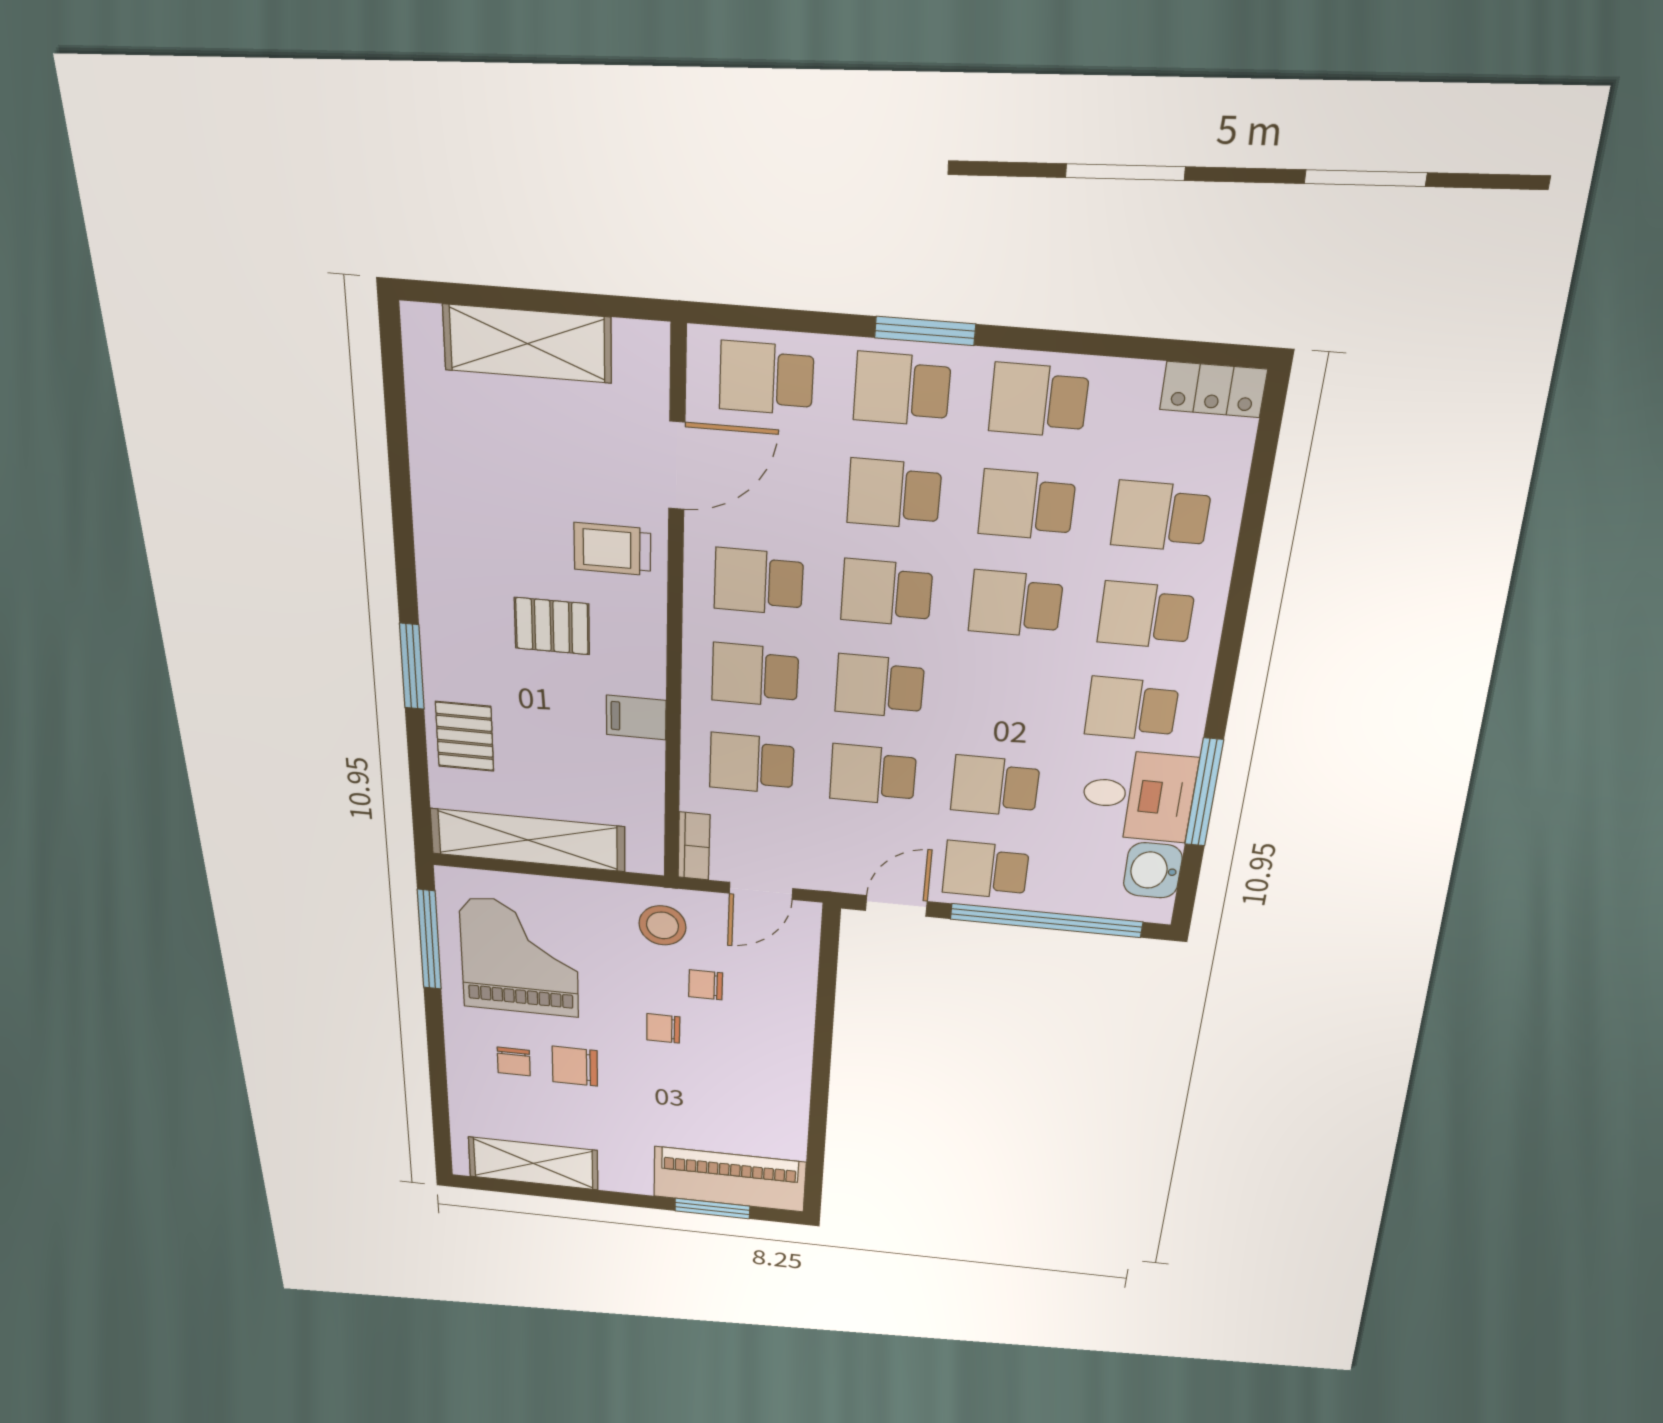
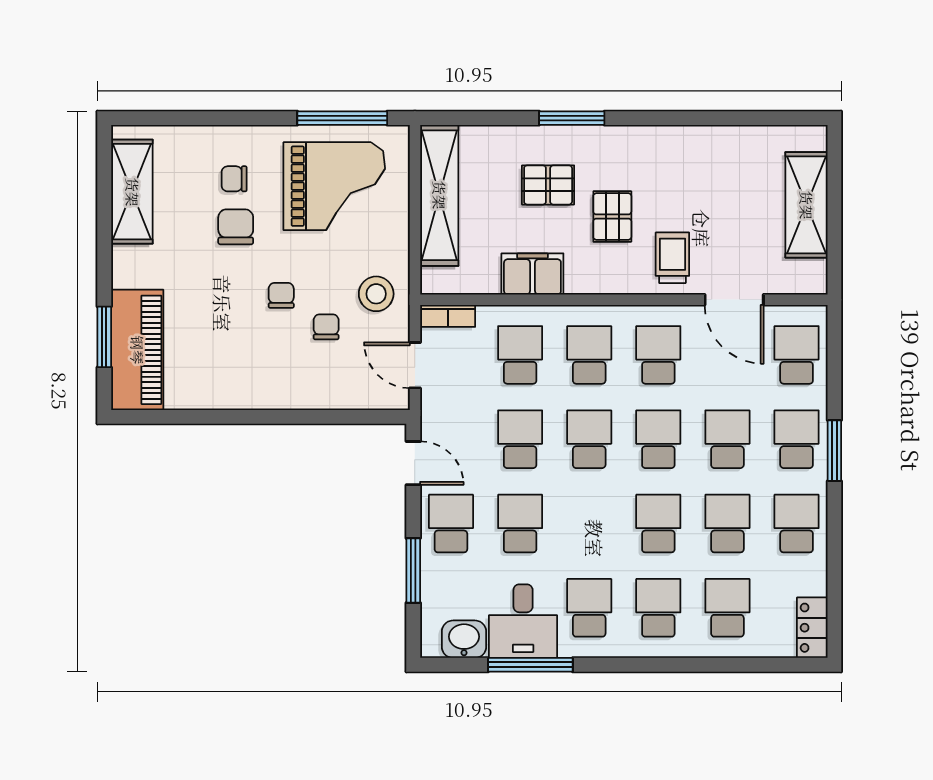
filing cabinet: (636, 718) -> (532, 274), width x2.00
pallet: (465, 736) -> (548, 185), moved
window: (1046, 921) -> (413, 570), width x0.47

